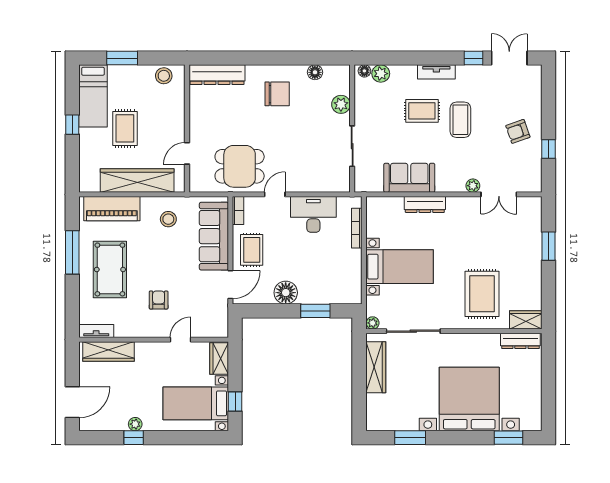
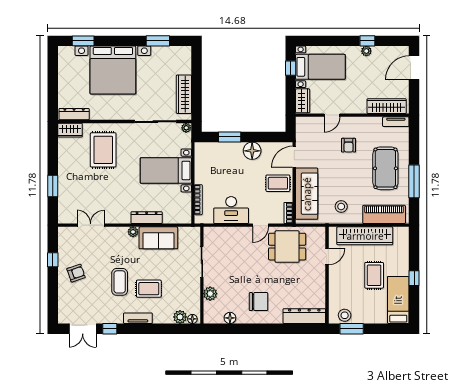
window: (122, 58) -> (352, 329), moved
chair: (277, 94) -> (259, 302), turned 180
plant: (473, 186) -> (133, 232), moved
rug: (252, 250) -> (278, 183), turned 90

